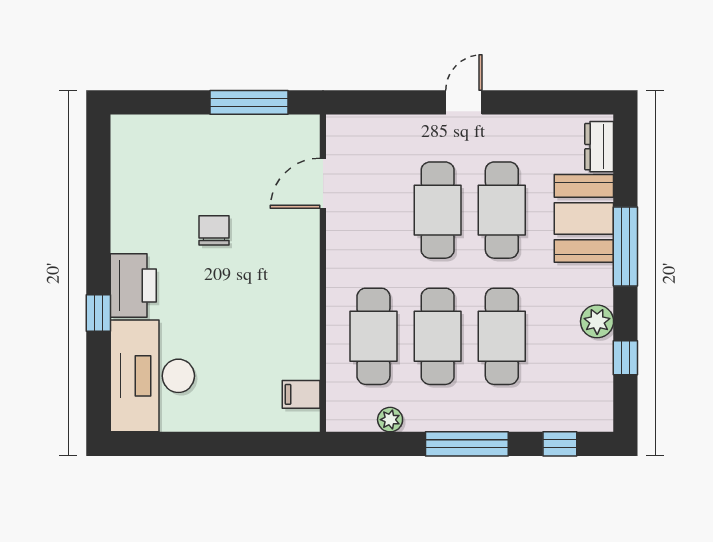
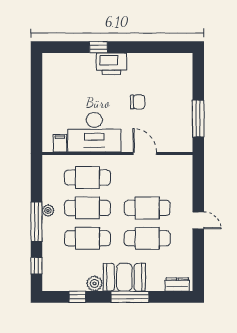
door: (323, 183) -> (145, 154), moved
booth: (584, 218) -> (124, 277), moved
desk: (152, 376) -> (94, 132), moved, turned 180
plant: (390, 420) -> (48, 211), moved

